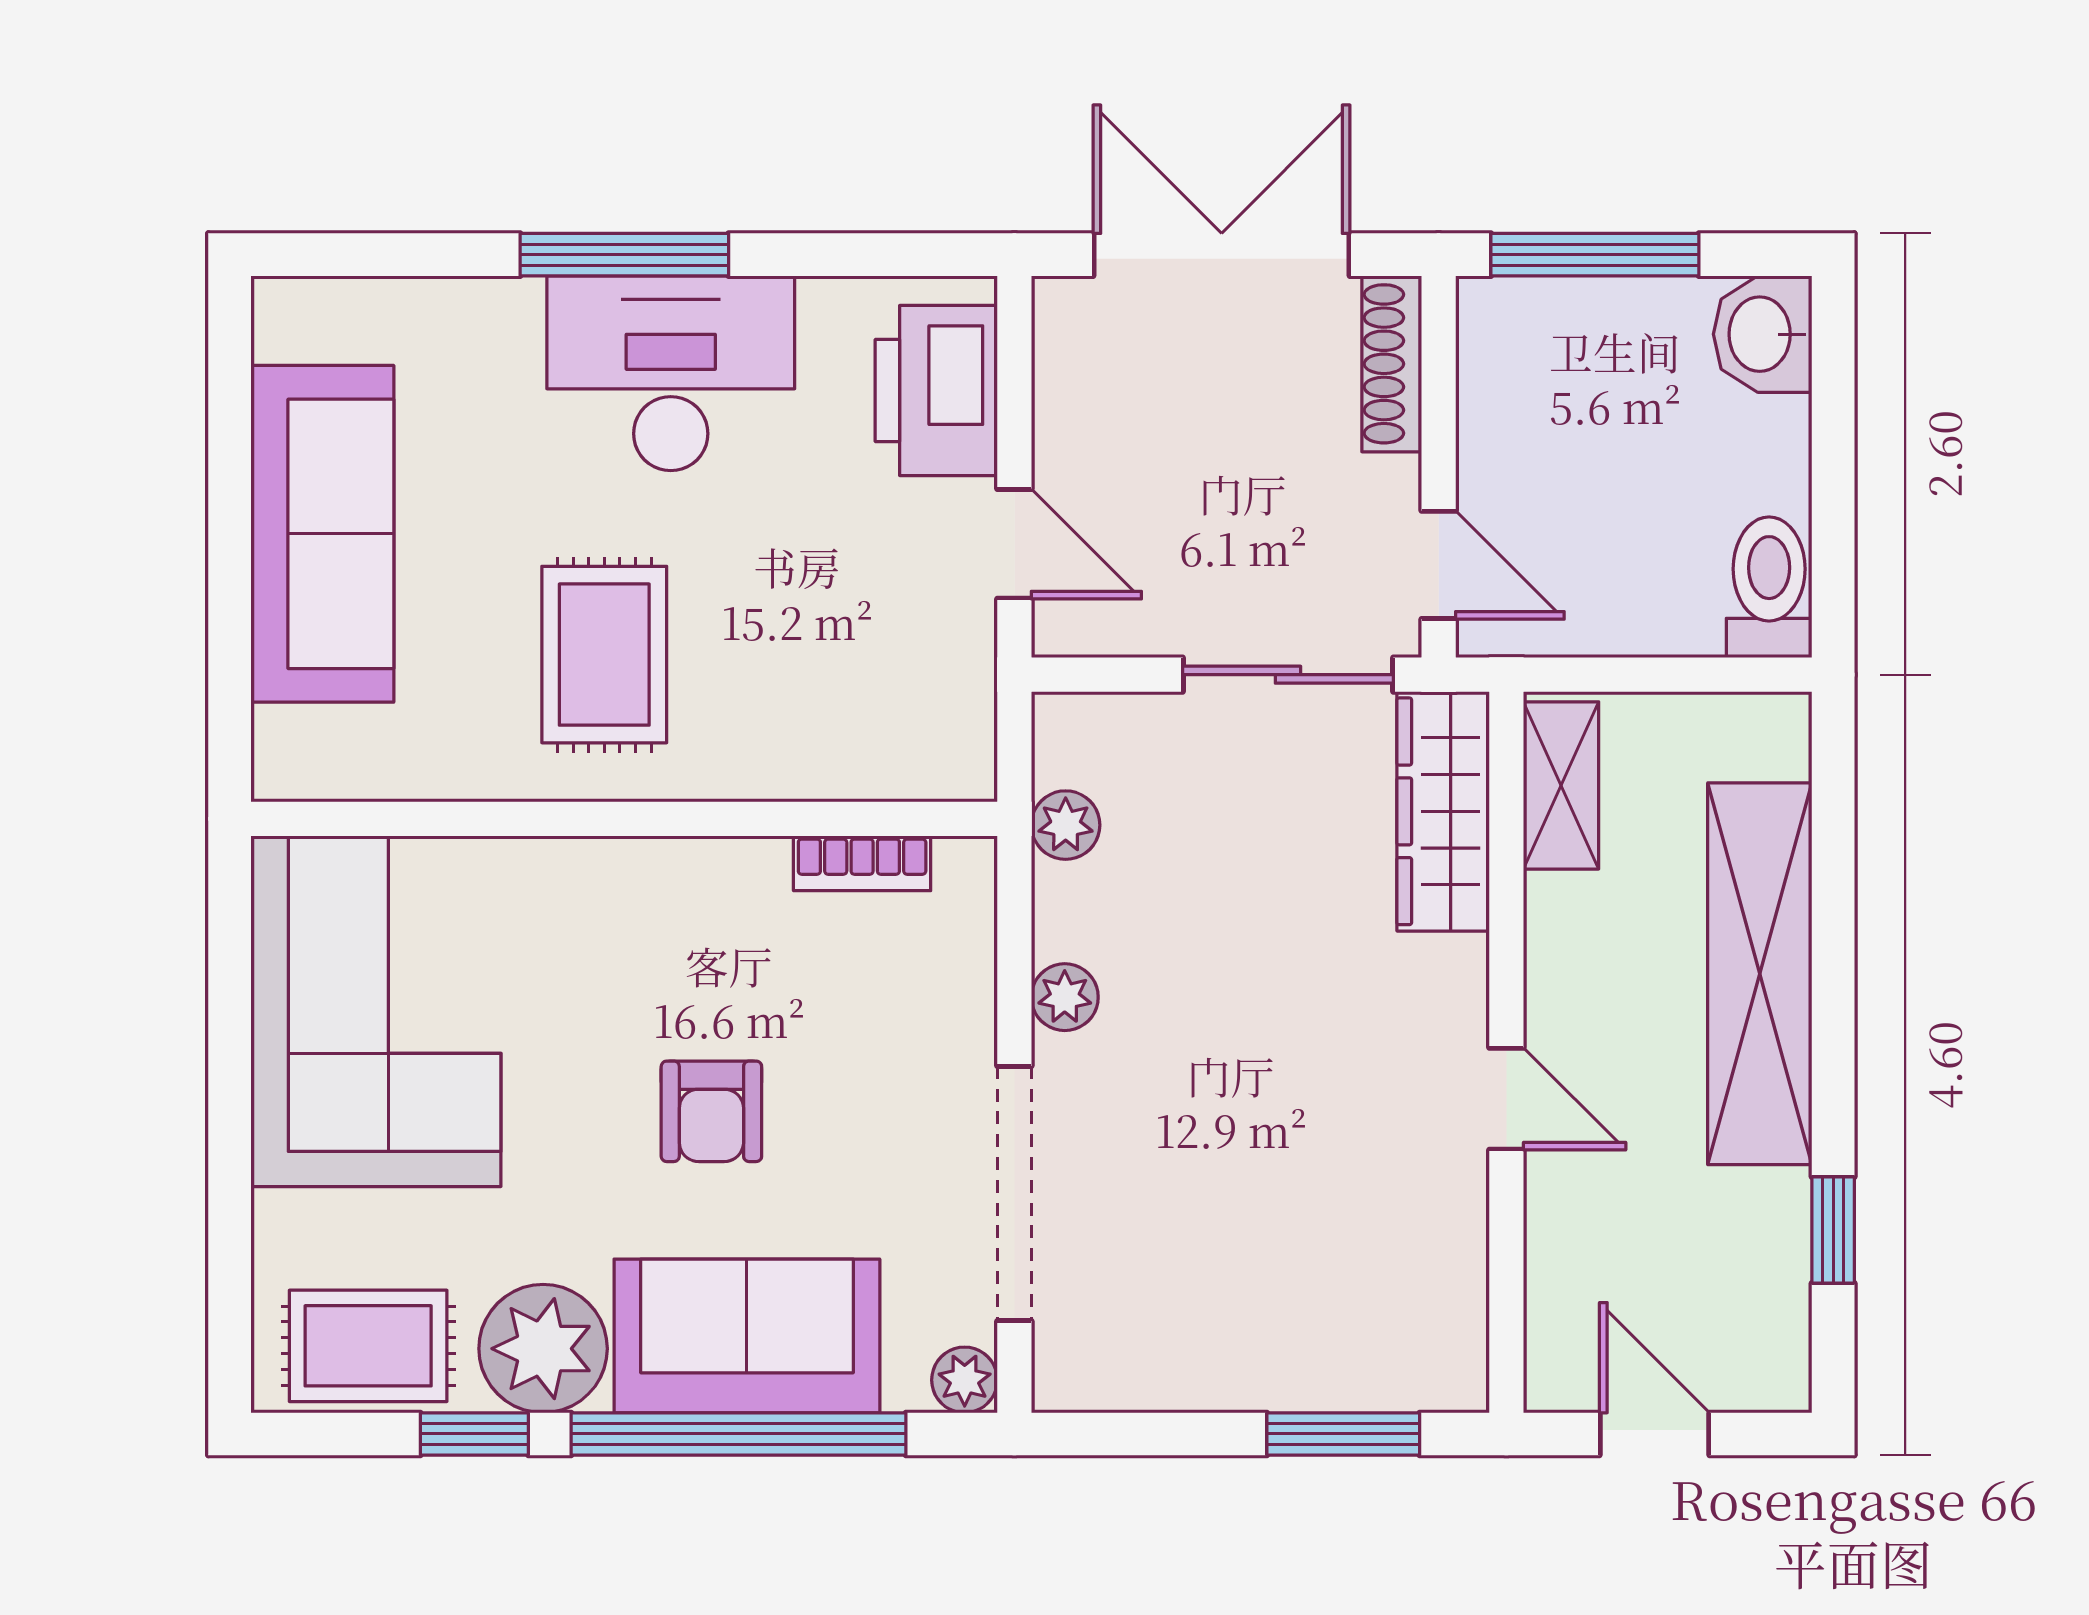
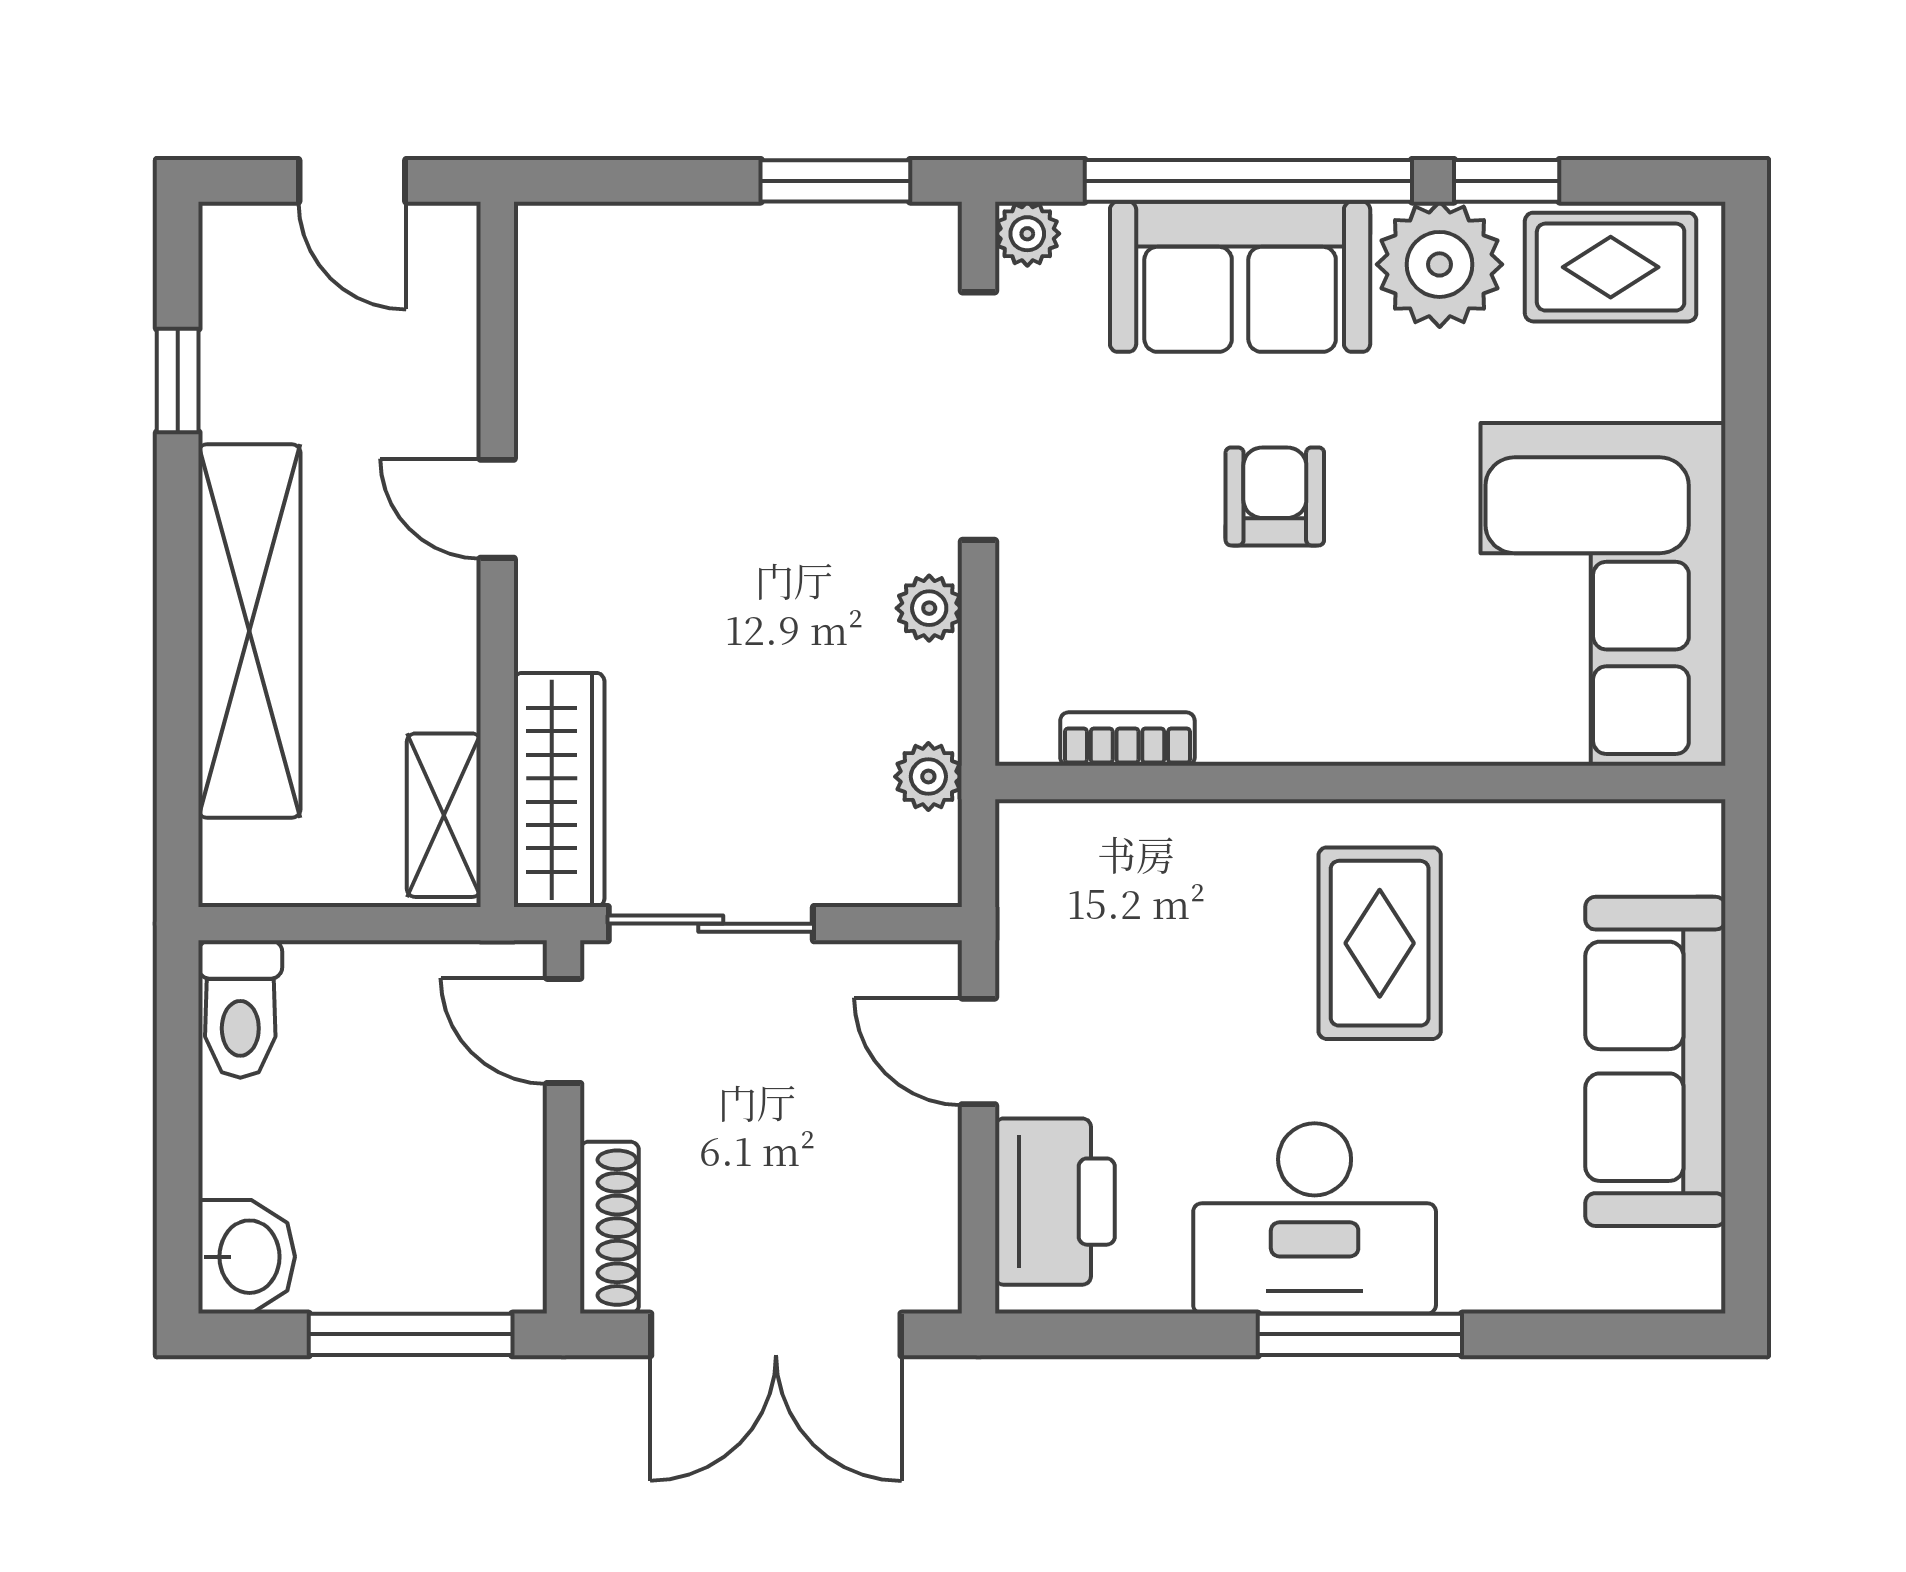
window: (1343, 1434) -> (835, 181), moved

